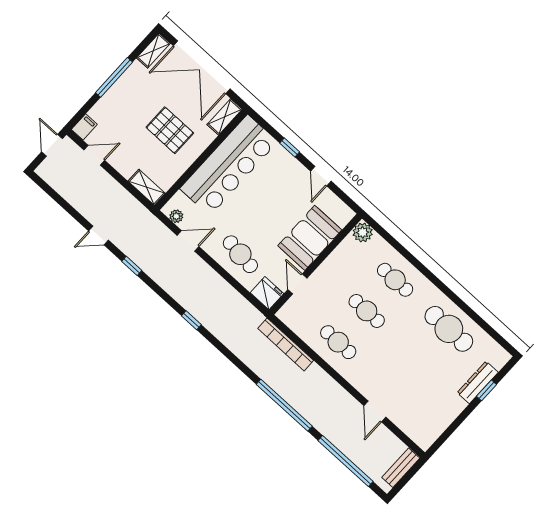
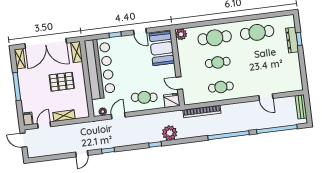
shelving: (147, 187) -> (64, 116), moved
booth: (310, 238) -> (162, 48), moved
cafe table: (395, 280) -> (215, 38), width x1.37, depth x1.35
plant: (222, 326) -> (170, 133), added

